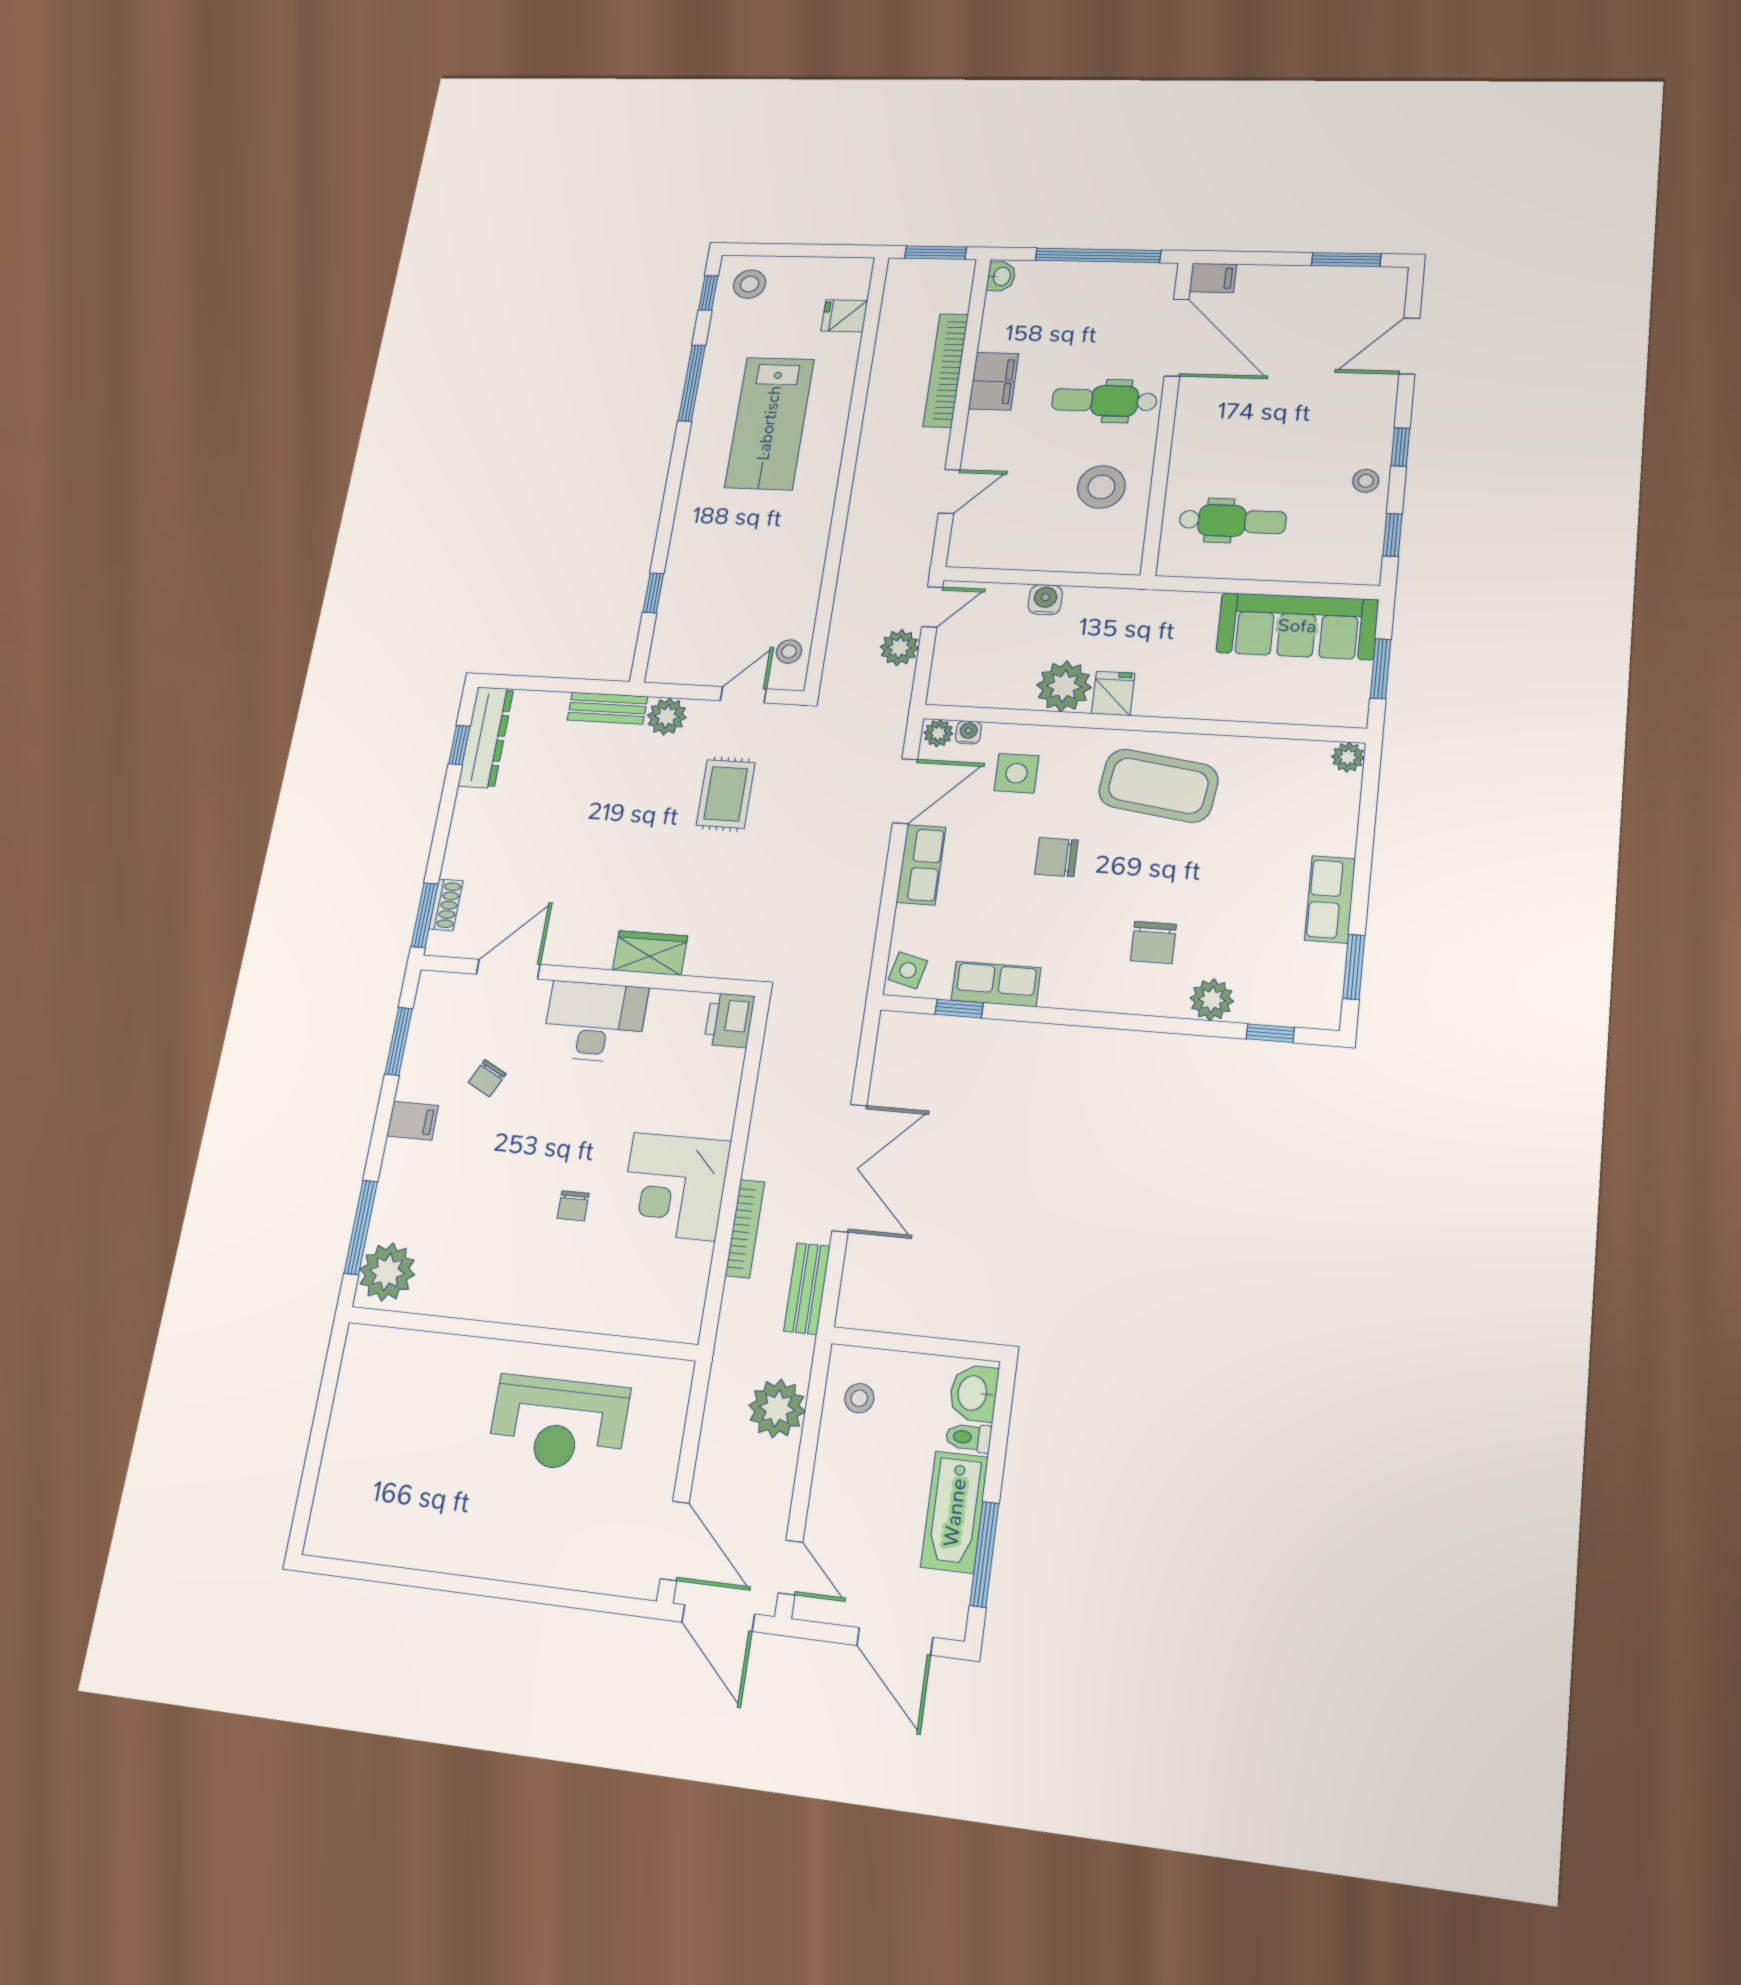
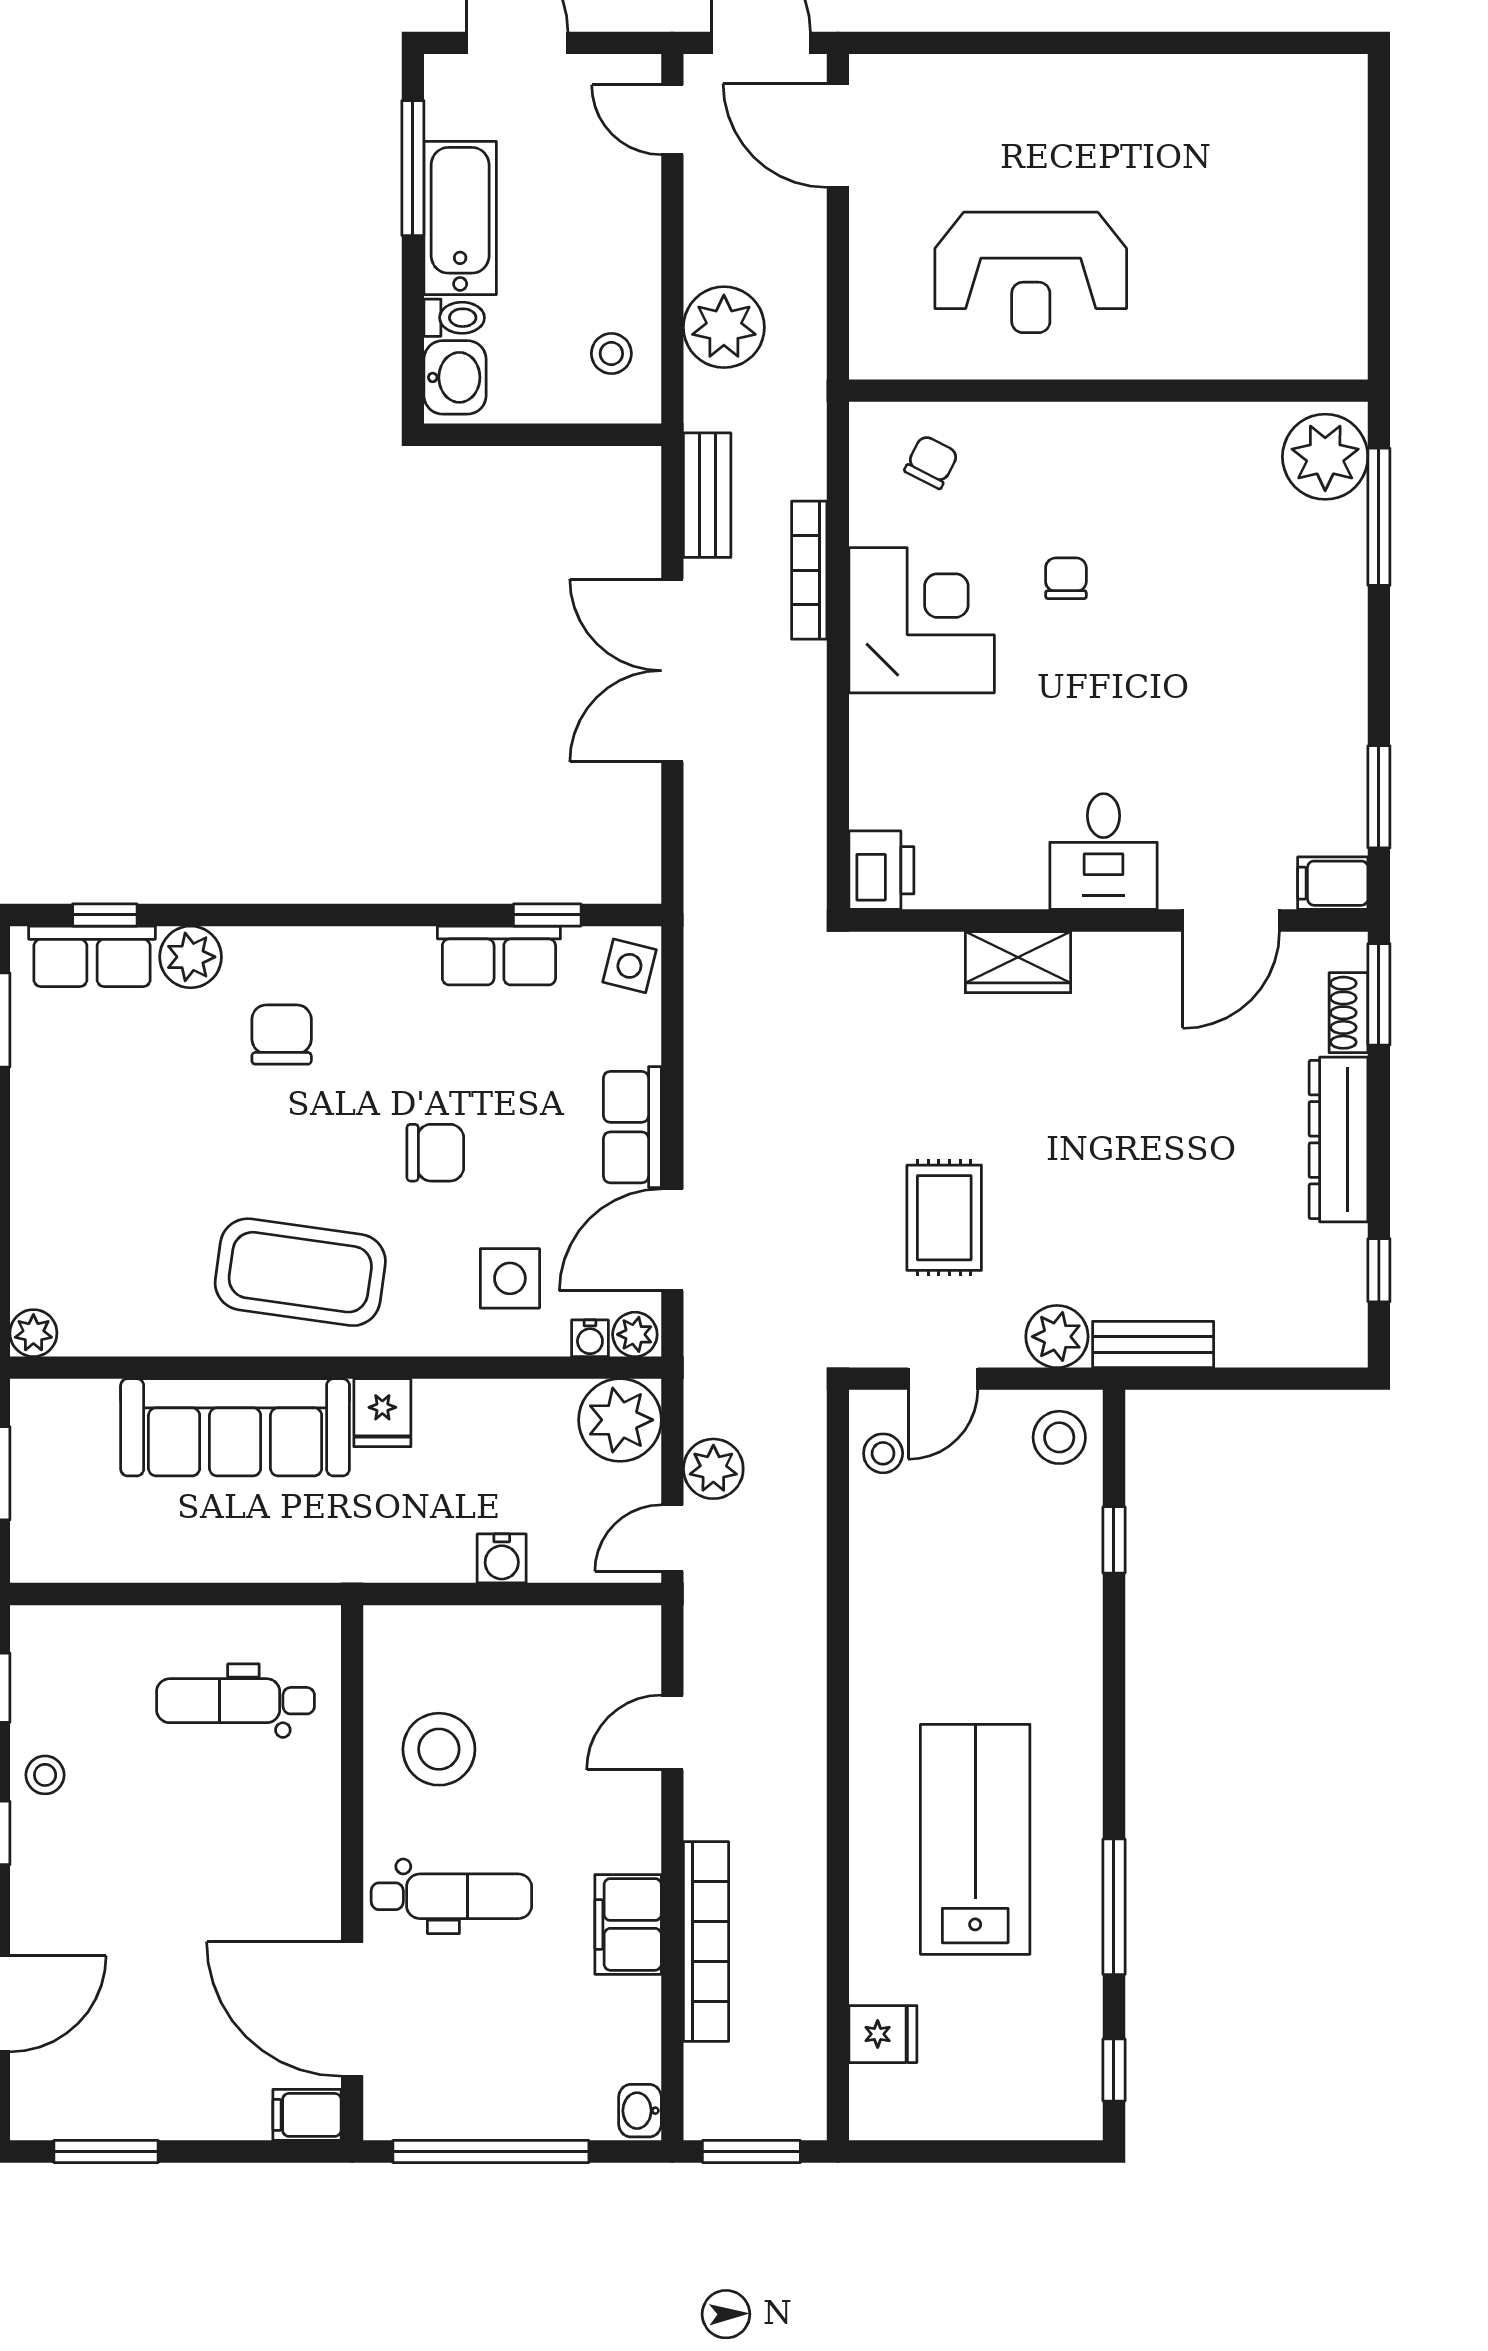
stool: (750, 284) -> (1059, 1437), moved
sofa: (1297, 626) -> (235, 1427), moved, turned 180
plant: (1064, 686) -> (620, 1420), moved
dresser: (486, 737) -> (1339, 1139), moved
row of seats: (1330, 899) -> (92, 956), moved, turned 90
desk: (595, 1022) -> (1104, 852), width x0.73
chair: (487, 1078) -> (931, 462), moved
filing cabinet: (413, 1121) -> (1333, 883), moved
reception desk: (558, 1424) -> (1031, 272), turned 180

